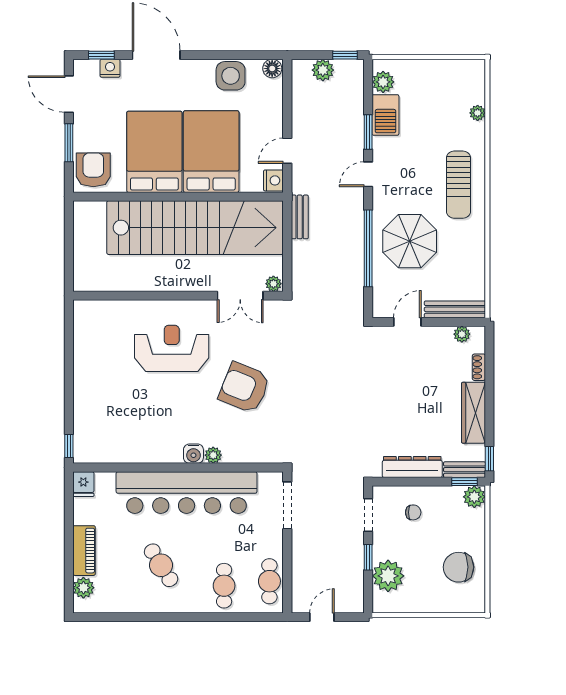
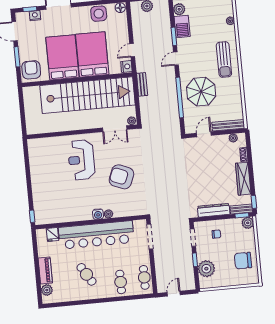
reception desk: (172, 348) -> (81, 160), turned -90
fridge: (83, 484) -> (53, 235), moved

